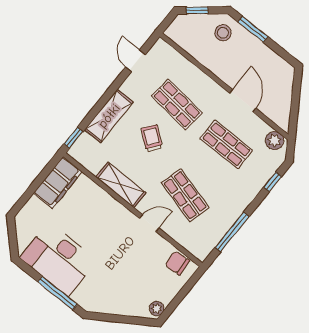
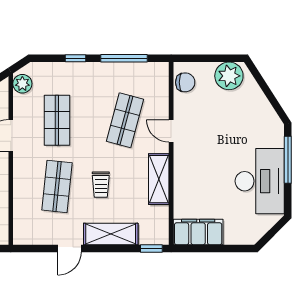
door: (135, 61) -> (69, 248), moved
trolley: (152, 138) -> (101, 185), turned -37
window: (273, 182) -> (75, 58), moved
chair: (177, 263) -> (185, 82), turned -85
plant: (157, 309) -> (229, 76), width x1.87, depth x1.87

